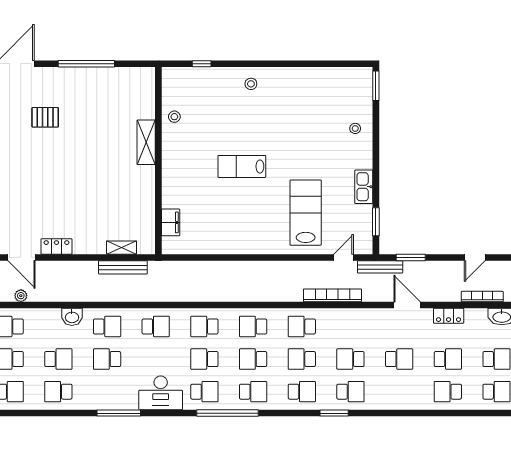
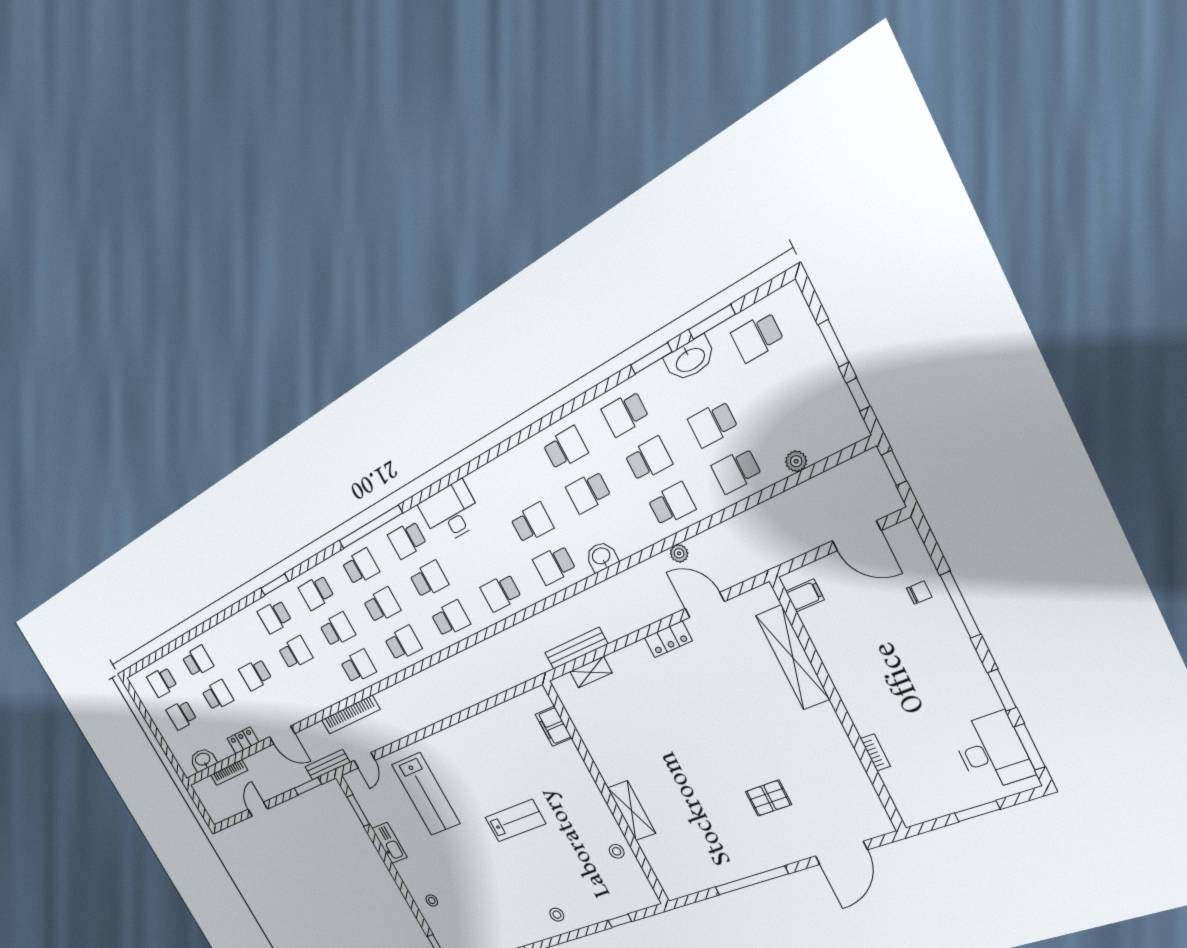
school desk: (448, 359) -> (218, 695), turned 180
school desk: (253, 392) -> (361, 567), turned 180
window: (119, 413) -> (481, 460), removed

